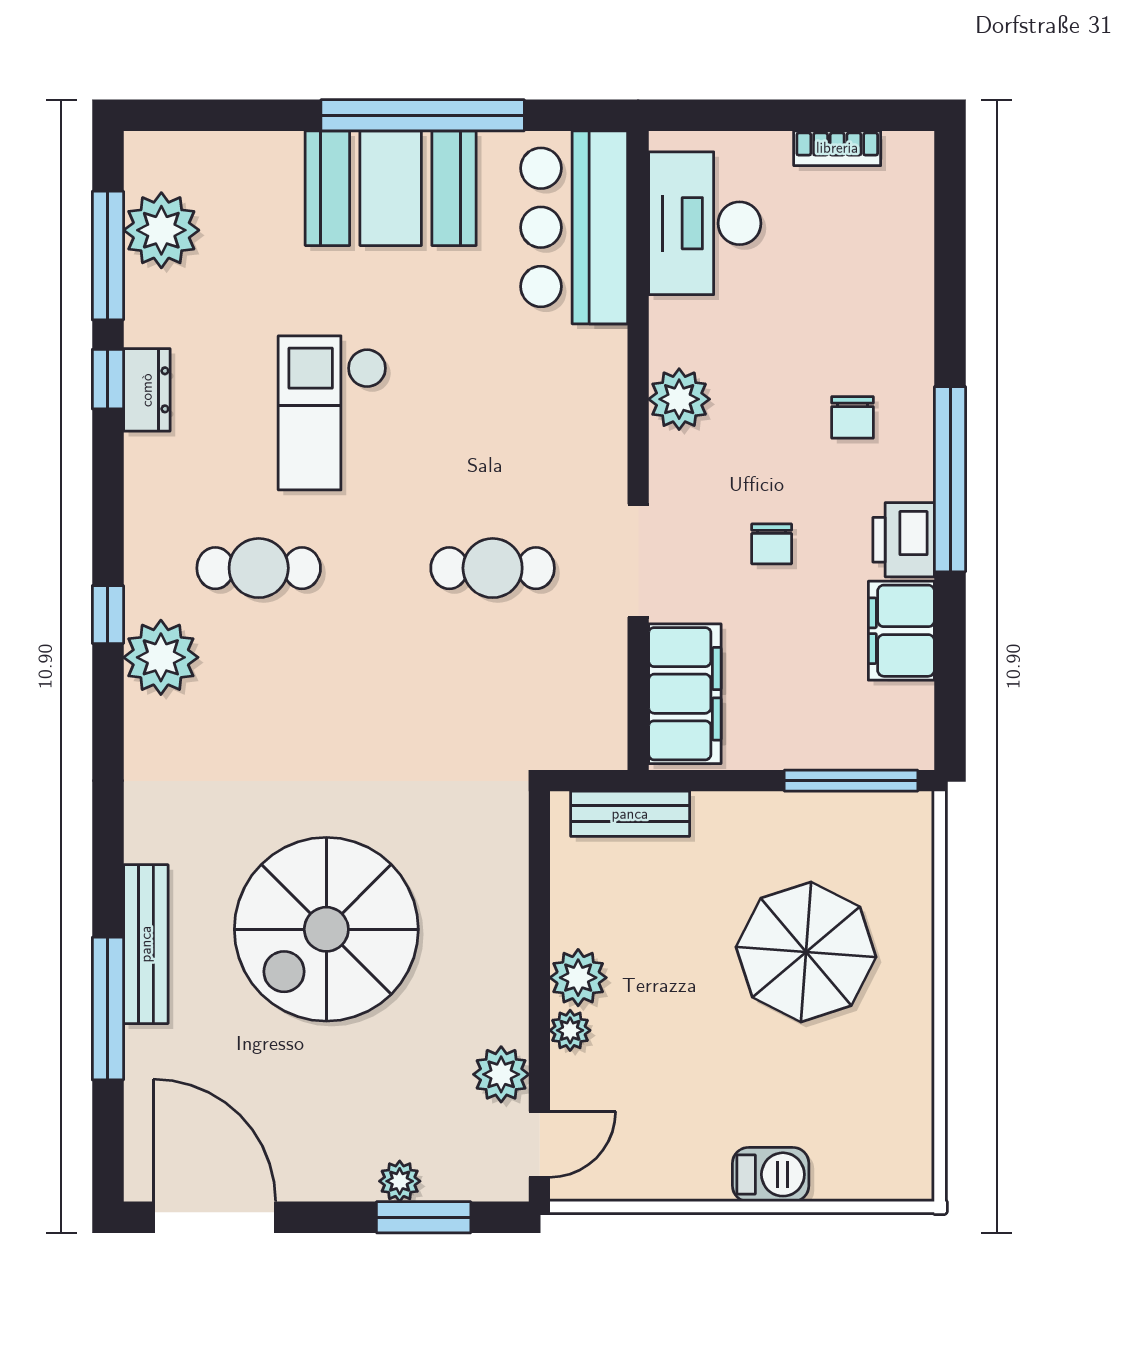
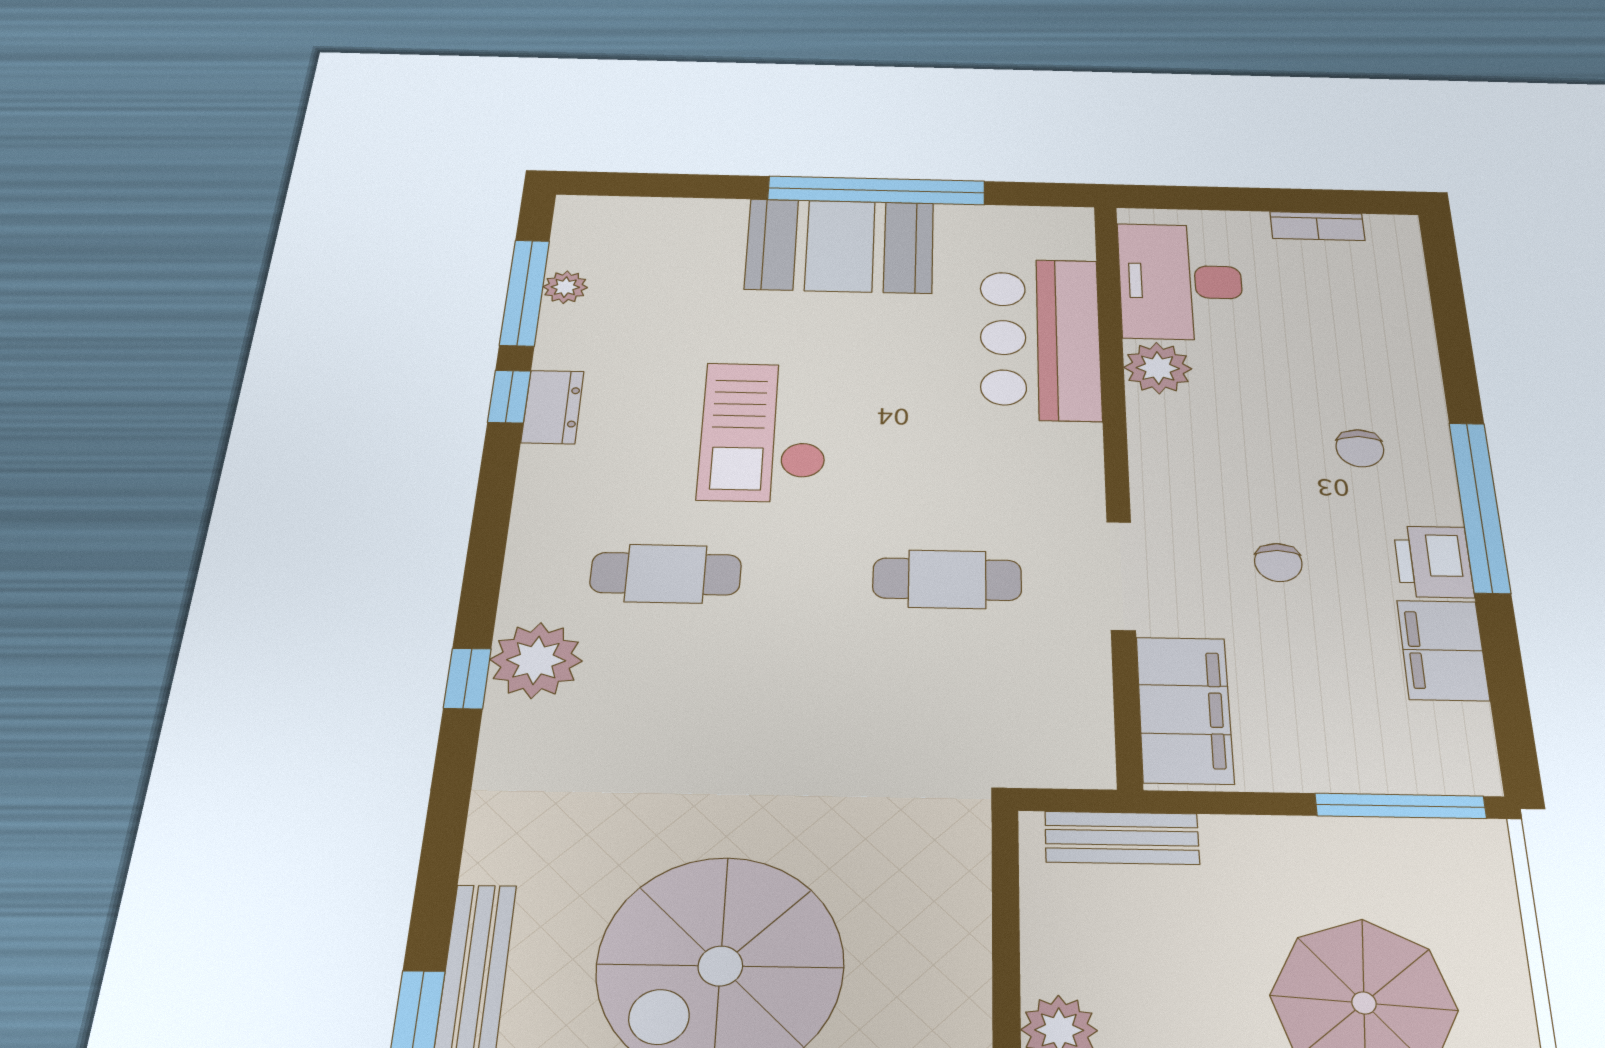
bar counter: (574, 227) -> (1040, 338), moved
plant: (161, 230) -> (565, 287), width x0.53, depth x0.53
plant: (679, 399) -> (1158, 368), moved
window: (108, 615) -> (467, 678), moved

